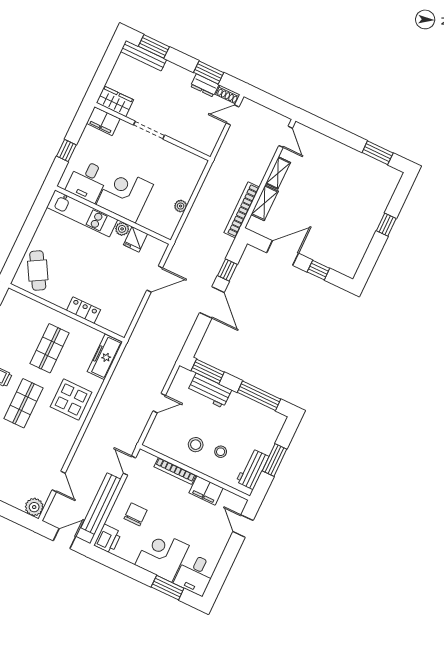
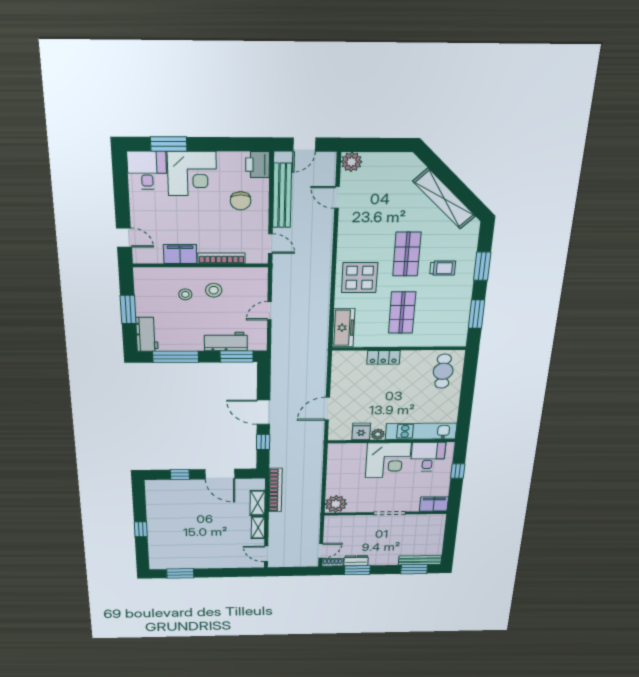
wardrobe: (115, 101) -> (430, 521), removed
plant: (181, 206) -> (336, 504), moved, width x1.87, depth x1.87
door: (283, 253) -> (220, 474), hinge flipped
cafe table: (38, 271) -> (443, 371), turned 30
workbench: (253, 469) -> (147, 334), moved

